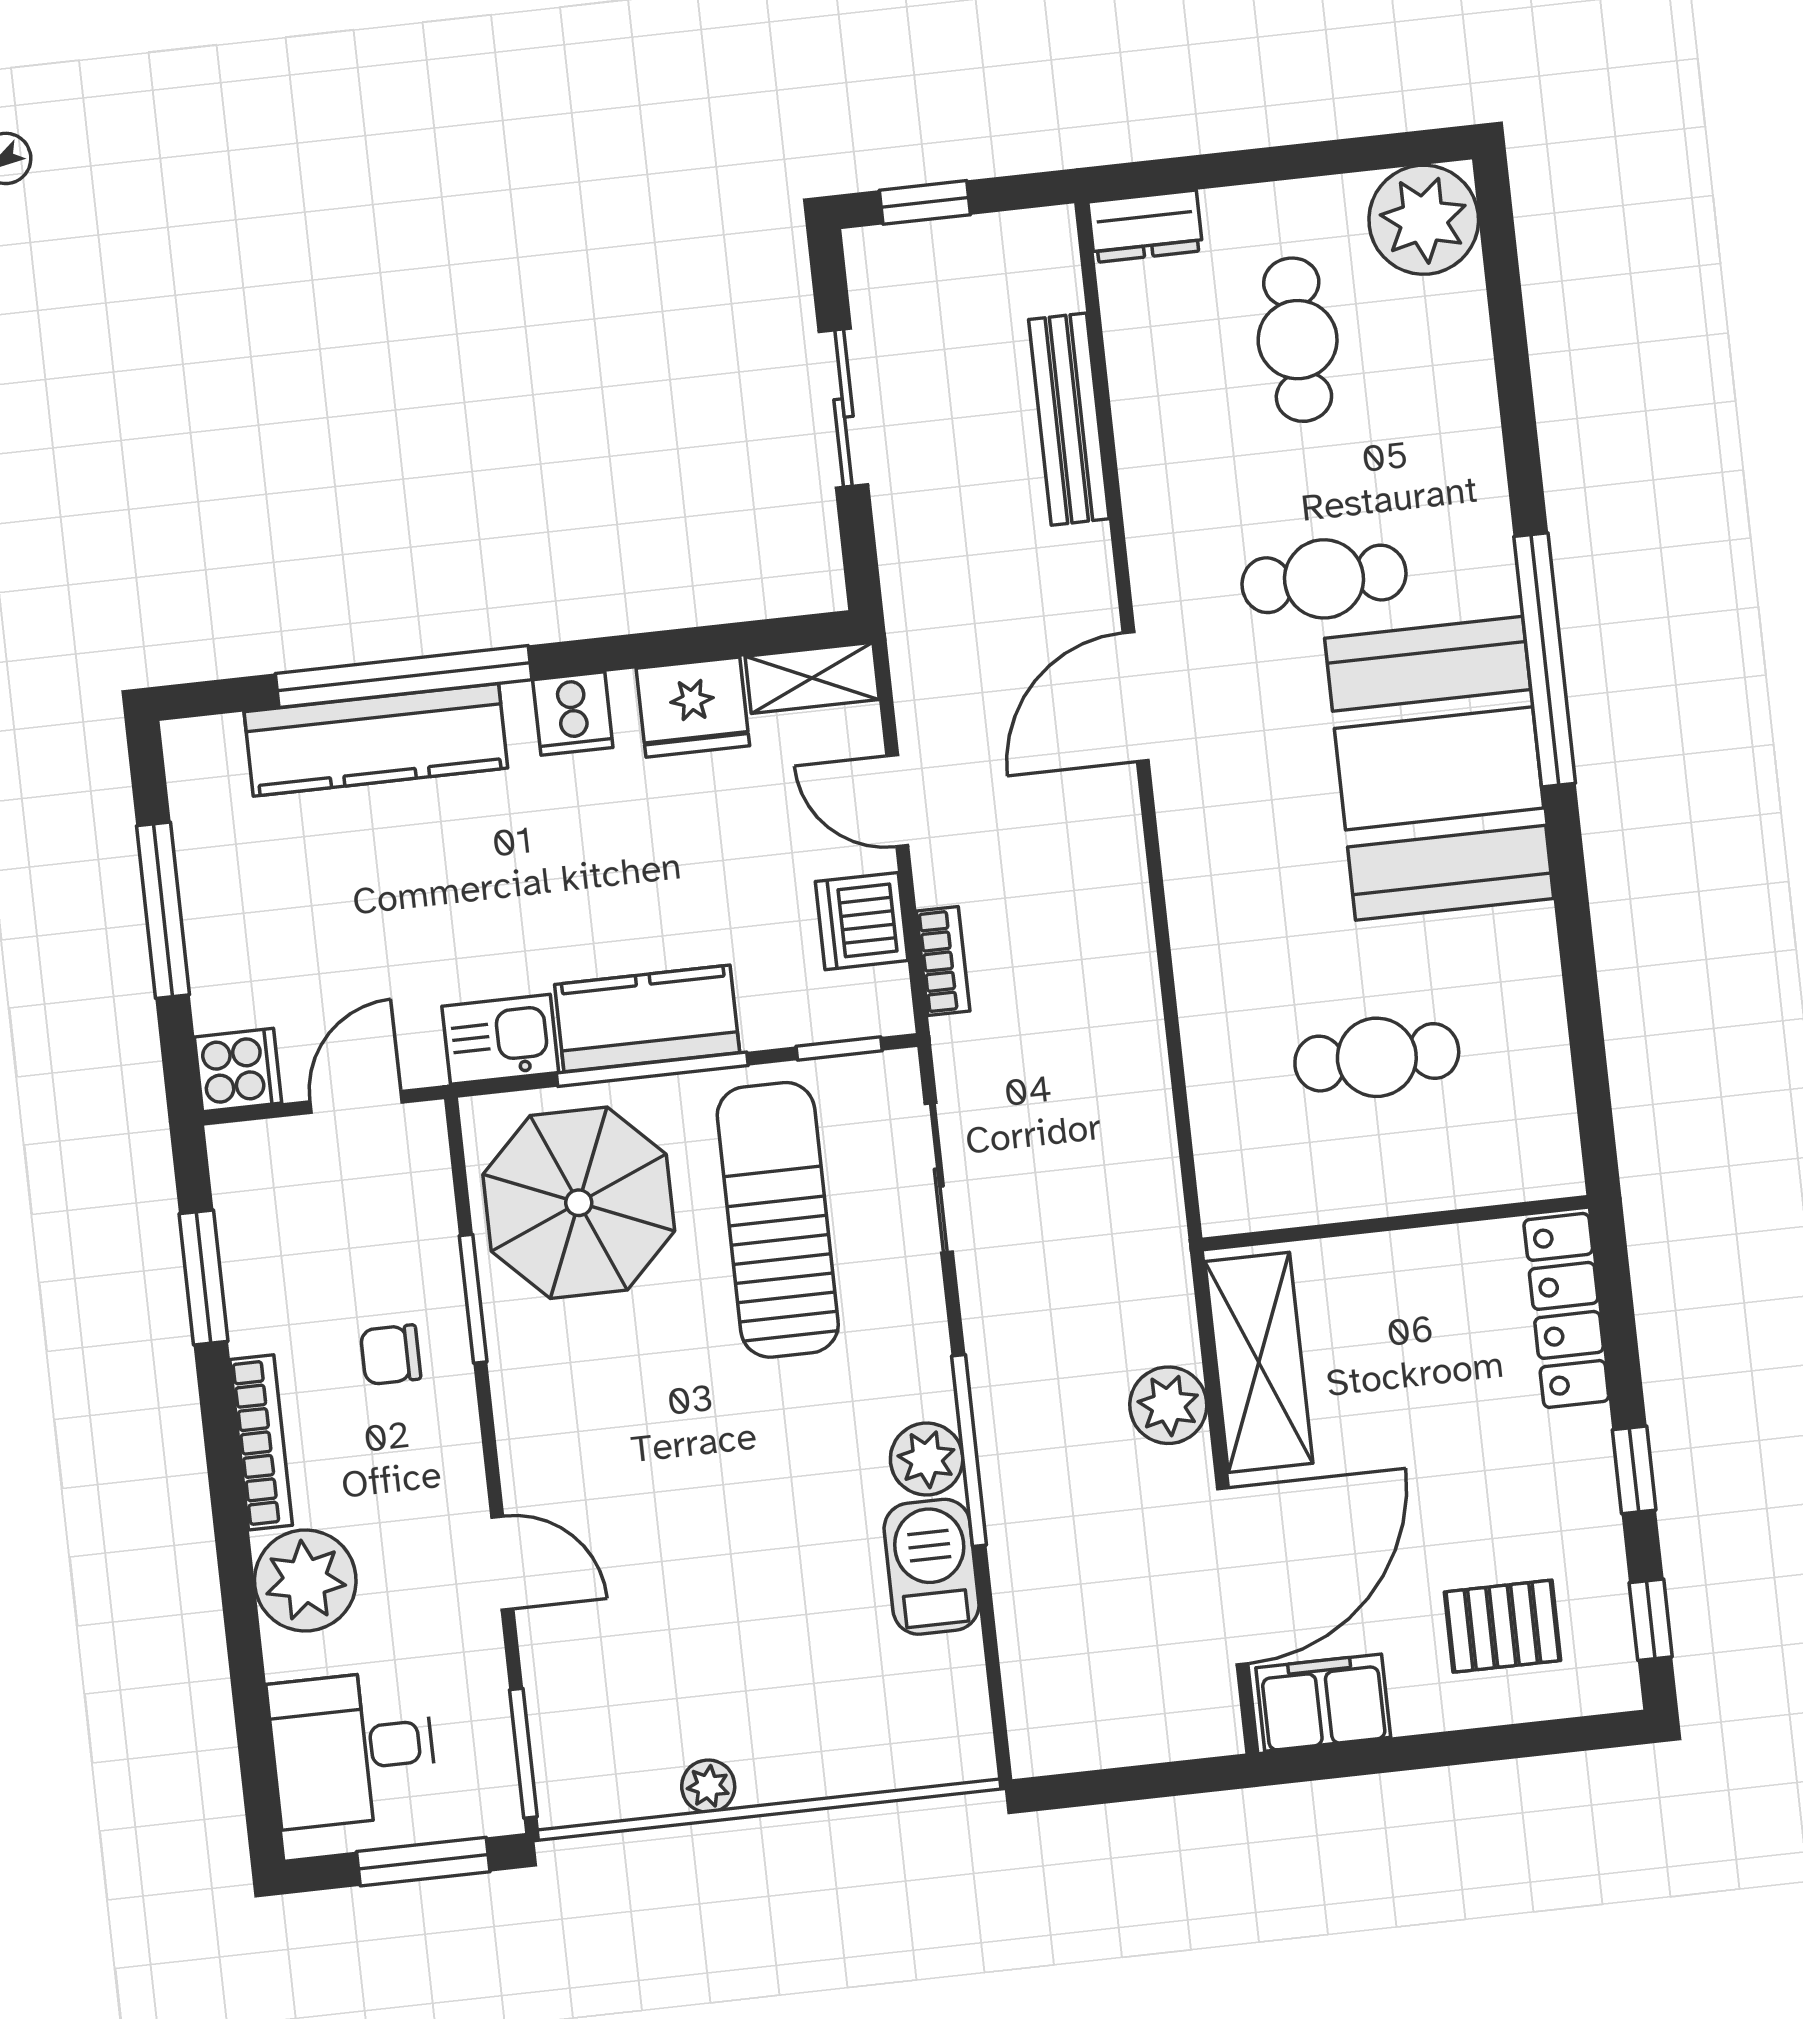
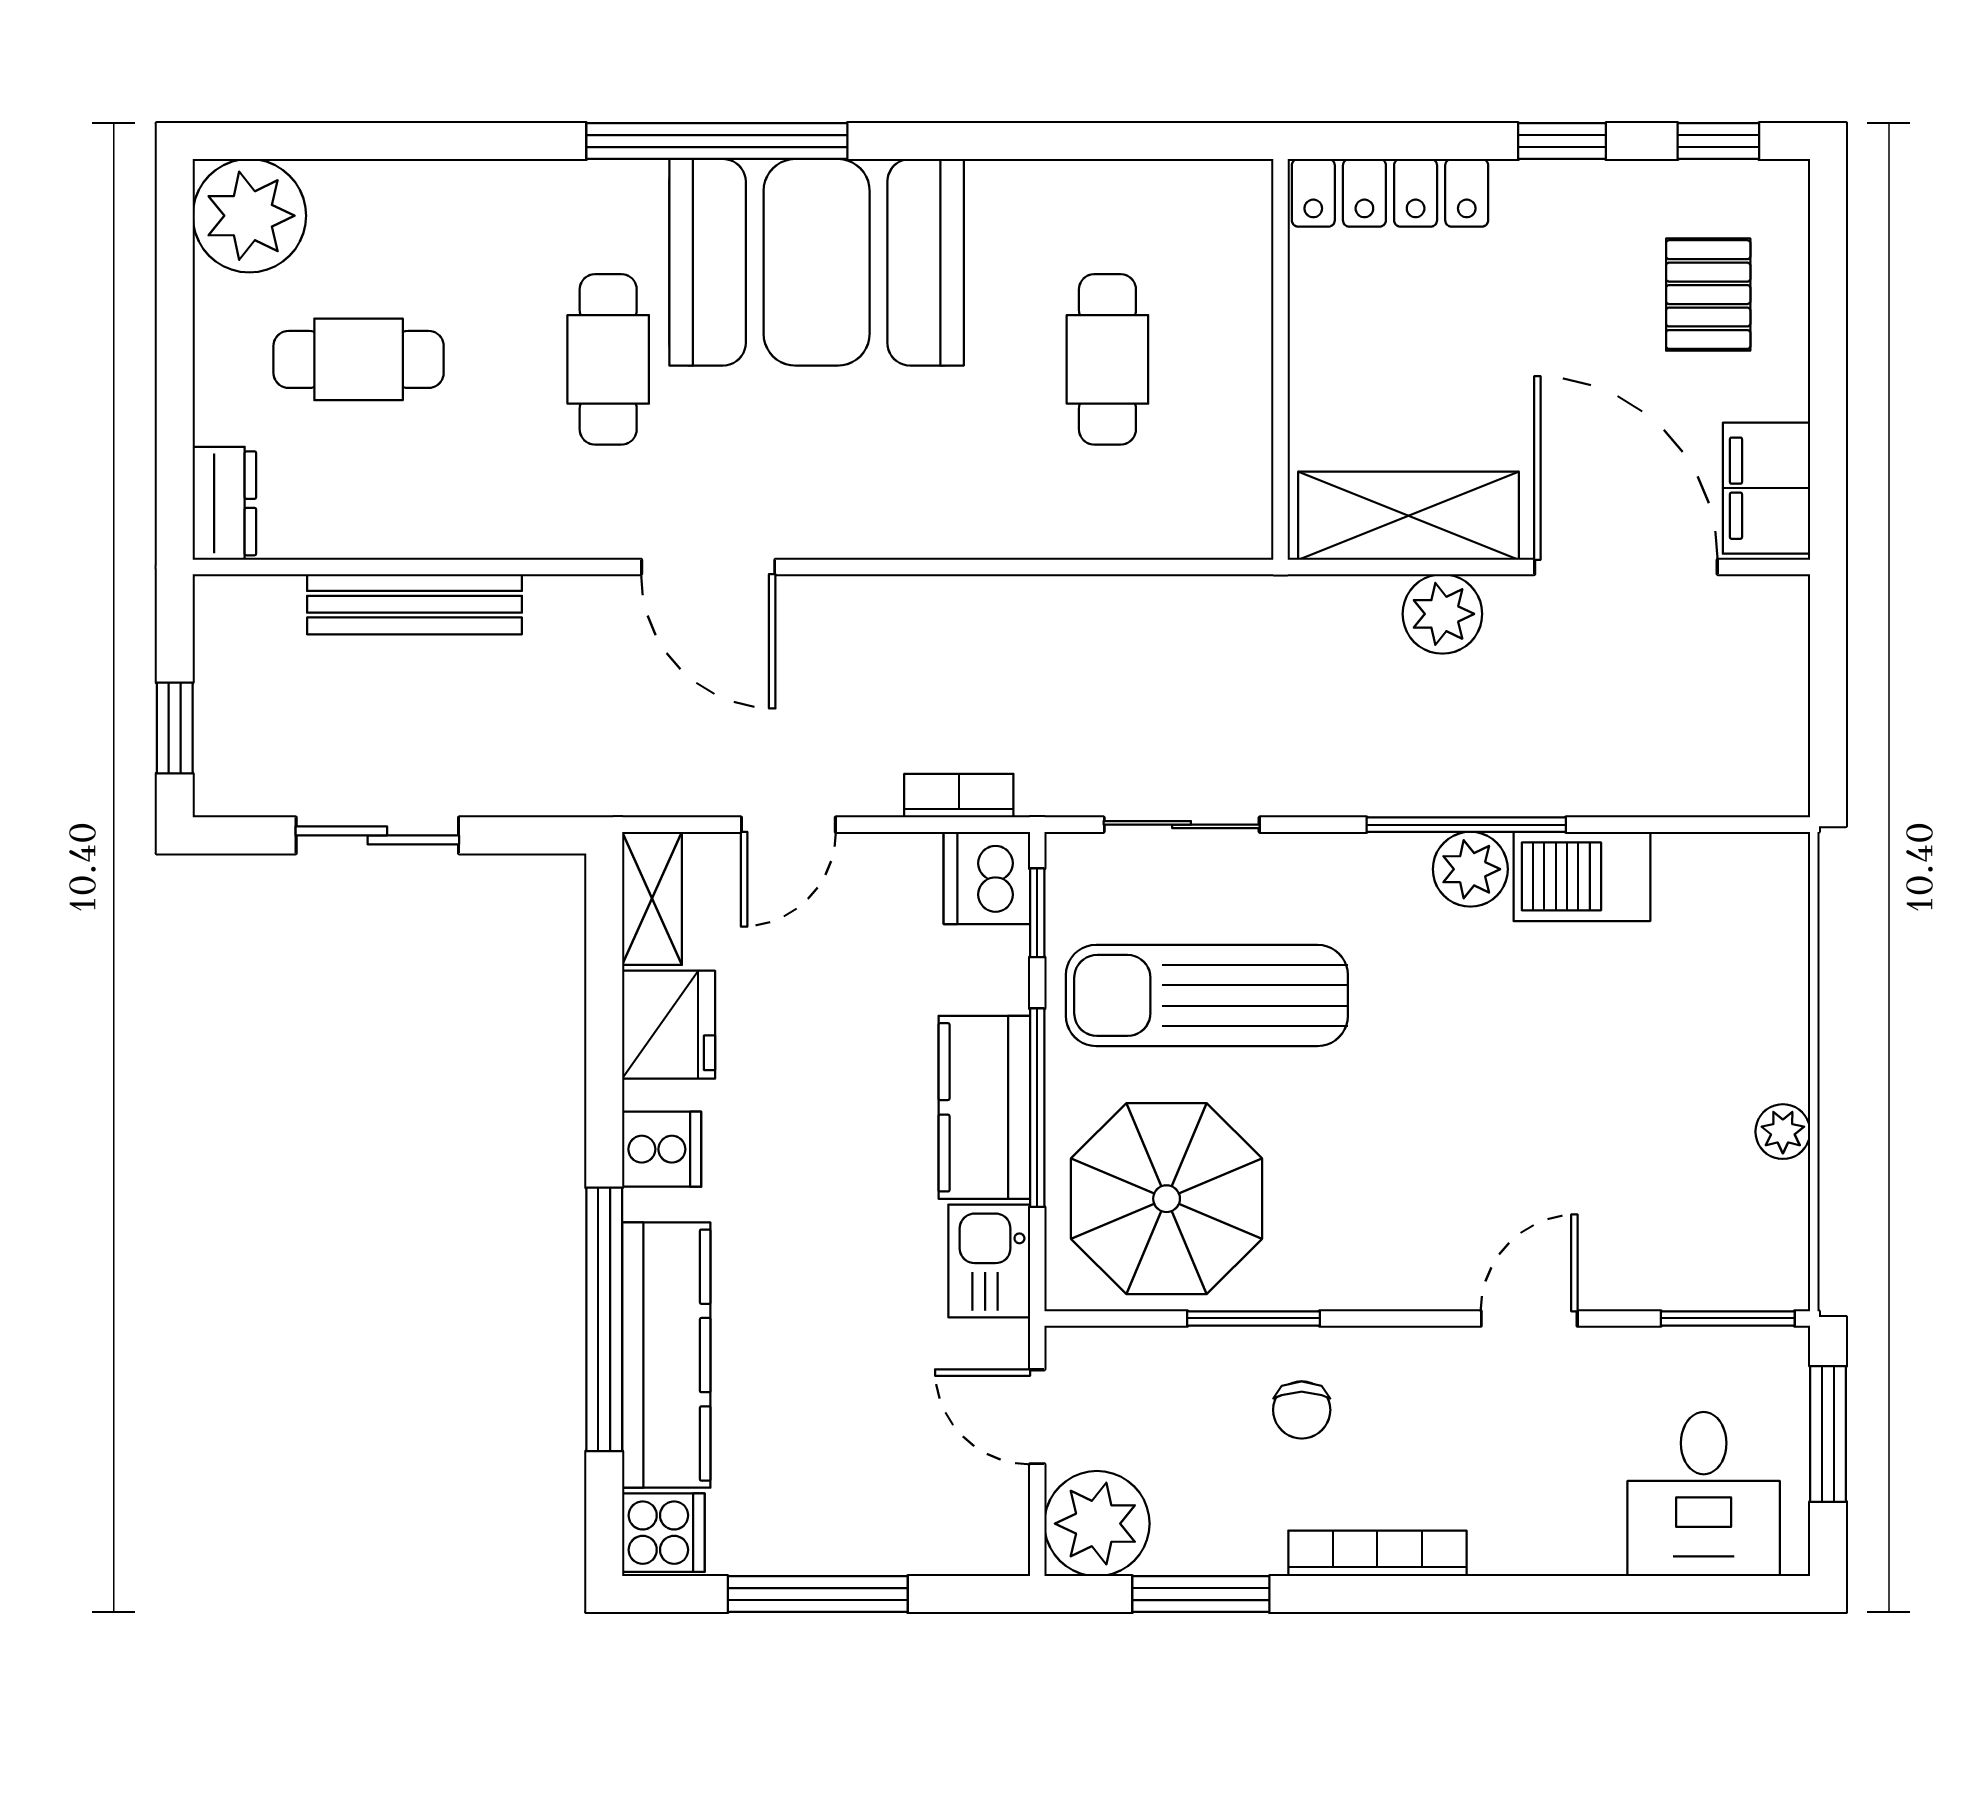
dishwasher: (862, 921) -> (987, 878), moved, turned 90
cooker: (238, 1070) -> (663, 1533), moved, turned 90
plant: (305, 1581) -> (1097, 1524), moved

